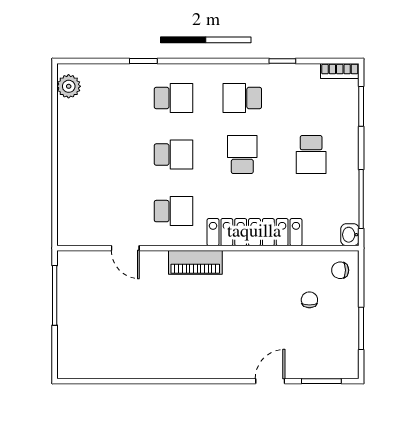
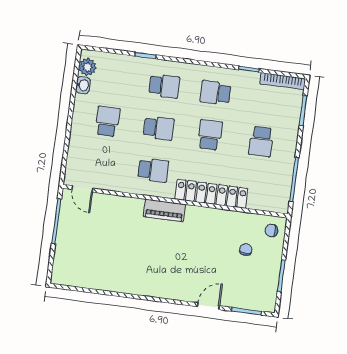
bookcase: (340, 71) -> (283, 81), width x1.56
school desk: (105, 155) -> (107, 121), added
washbasin: (350, 235) -> (83, 85), moved, turned 180
door: (125, 248) -> (82, 189), moved

